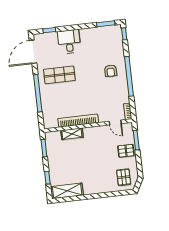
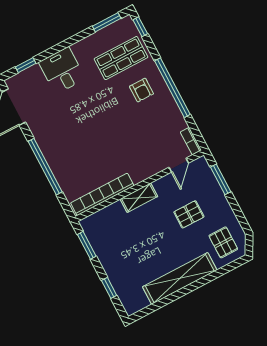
shop shelf: (59, 75) -> (121, 58), moved
bookcase: (78, 121) -> (102, 194), moved
door: (115, 123) -> (179, 165), hinge flipped
shelving: (72, 134) -> (139, 198), moved
pallet: (126, 151) -> (189, 214), moved
shelving: (67, 191) -> (180, 278), moved, width x1.47

